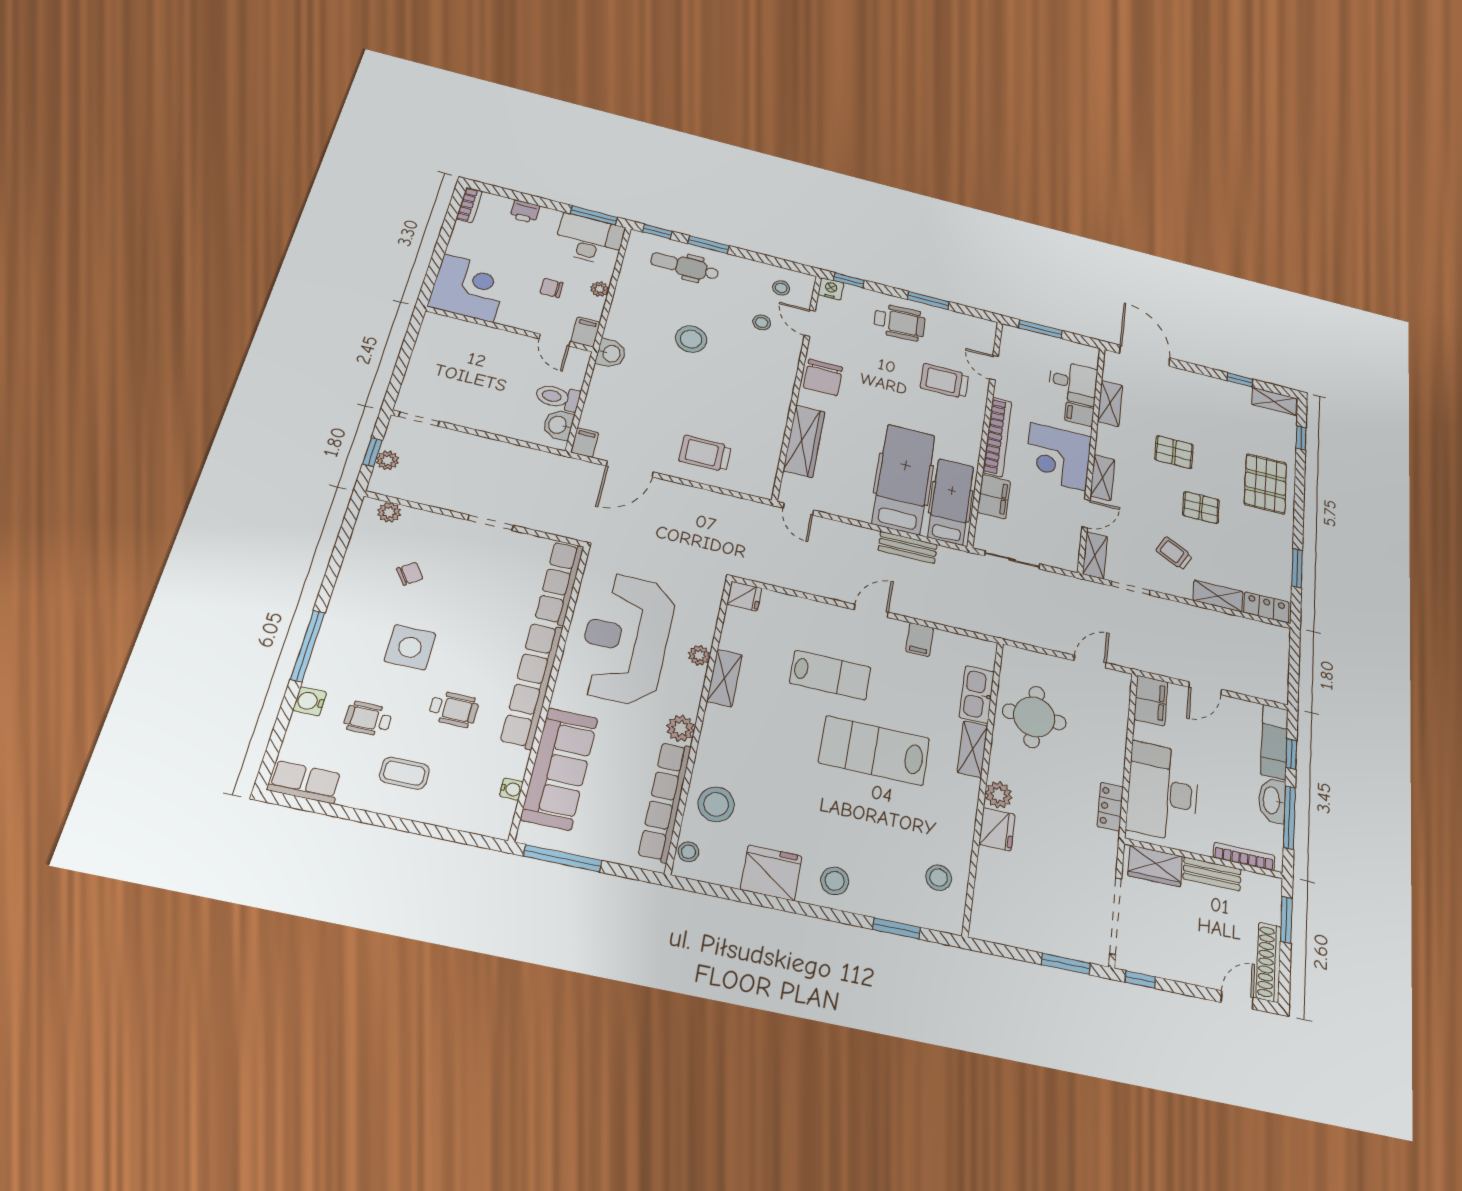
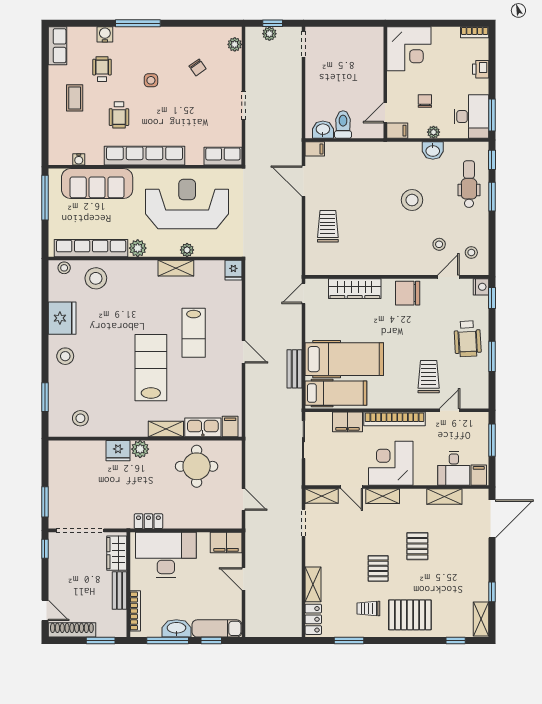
washbasin: (611, 353) -> (433, 151), moved
filing cabinet: (1079, 414) -> (479, 475), moved
trolley: (1174, 553) -> (368, 609), moved, turned -118
row of seats: (560, 583) -> (223, 156), width x0.68
filing cabinet: (920, 640) -> (230, 427), moved, turned 90
side table: (410, 647) -> (151, 80), width x0.54, depth x0.54

